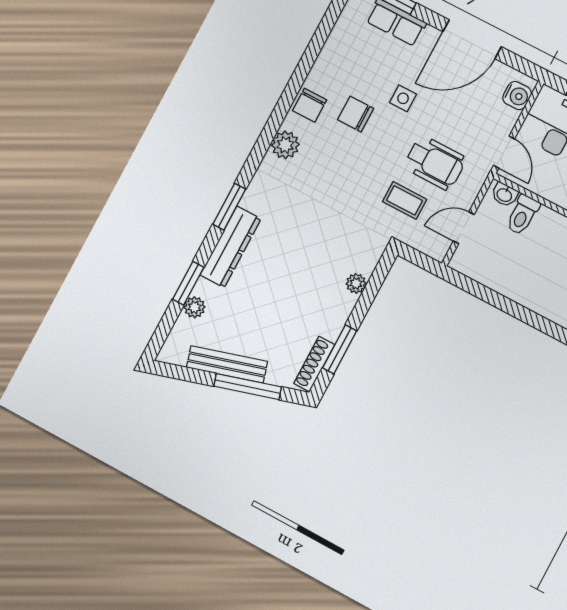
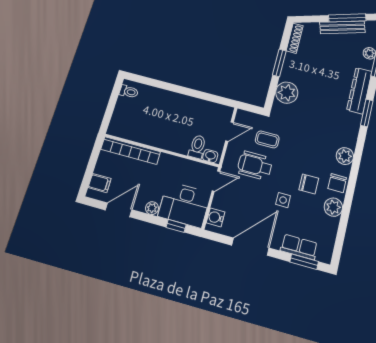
plant: (326, 70) -> (333, 207), added
chair: (310, 105) -> (337, 183), turned 180
door: (504, 152) -> (216, 181), swing flipped
plant: (356, 283) -> (287, 93), width x1.88, depth x1.88
window: (340, 349) -> (279, 63), moved
window: (248, 387) -> (347, 18), moved

